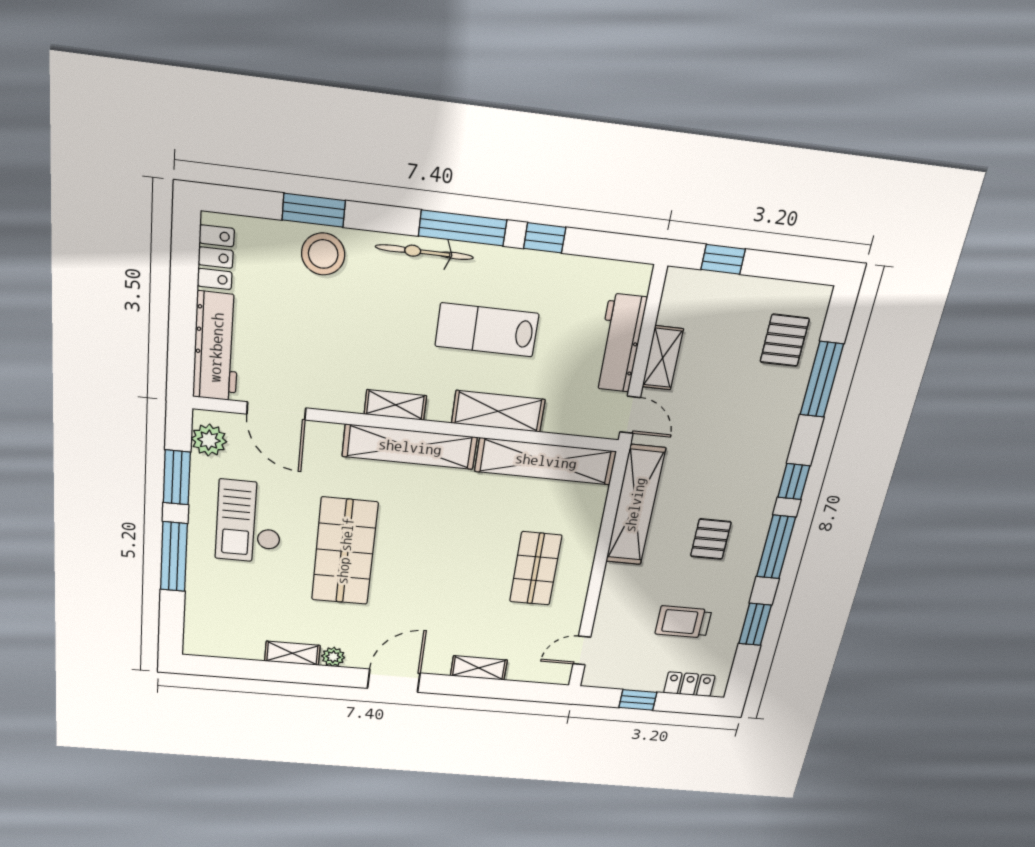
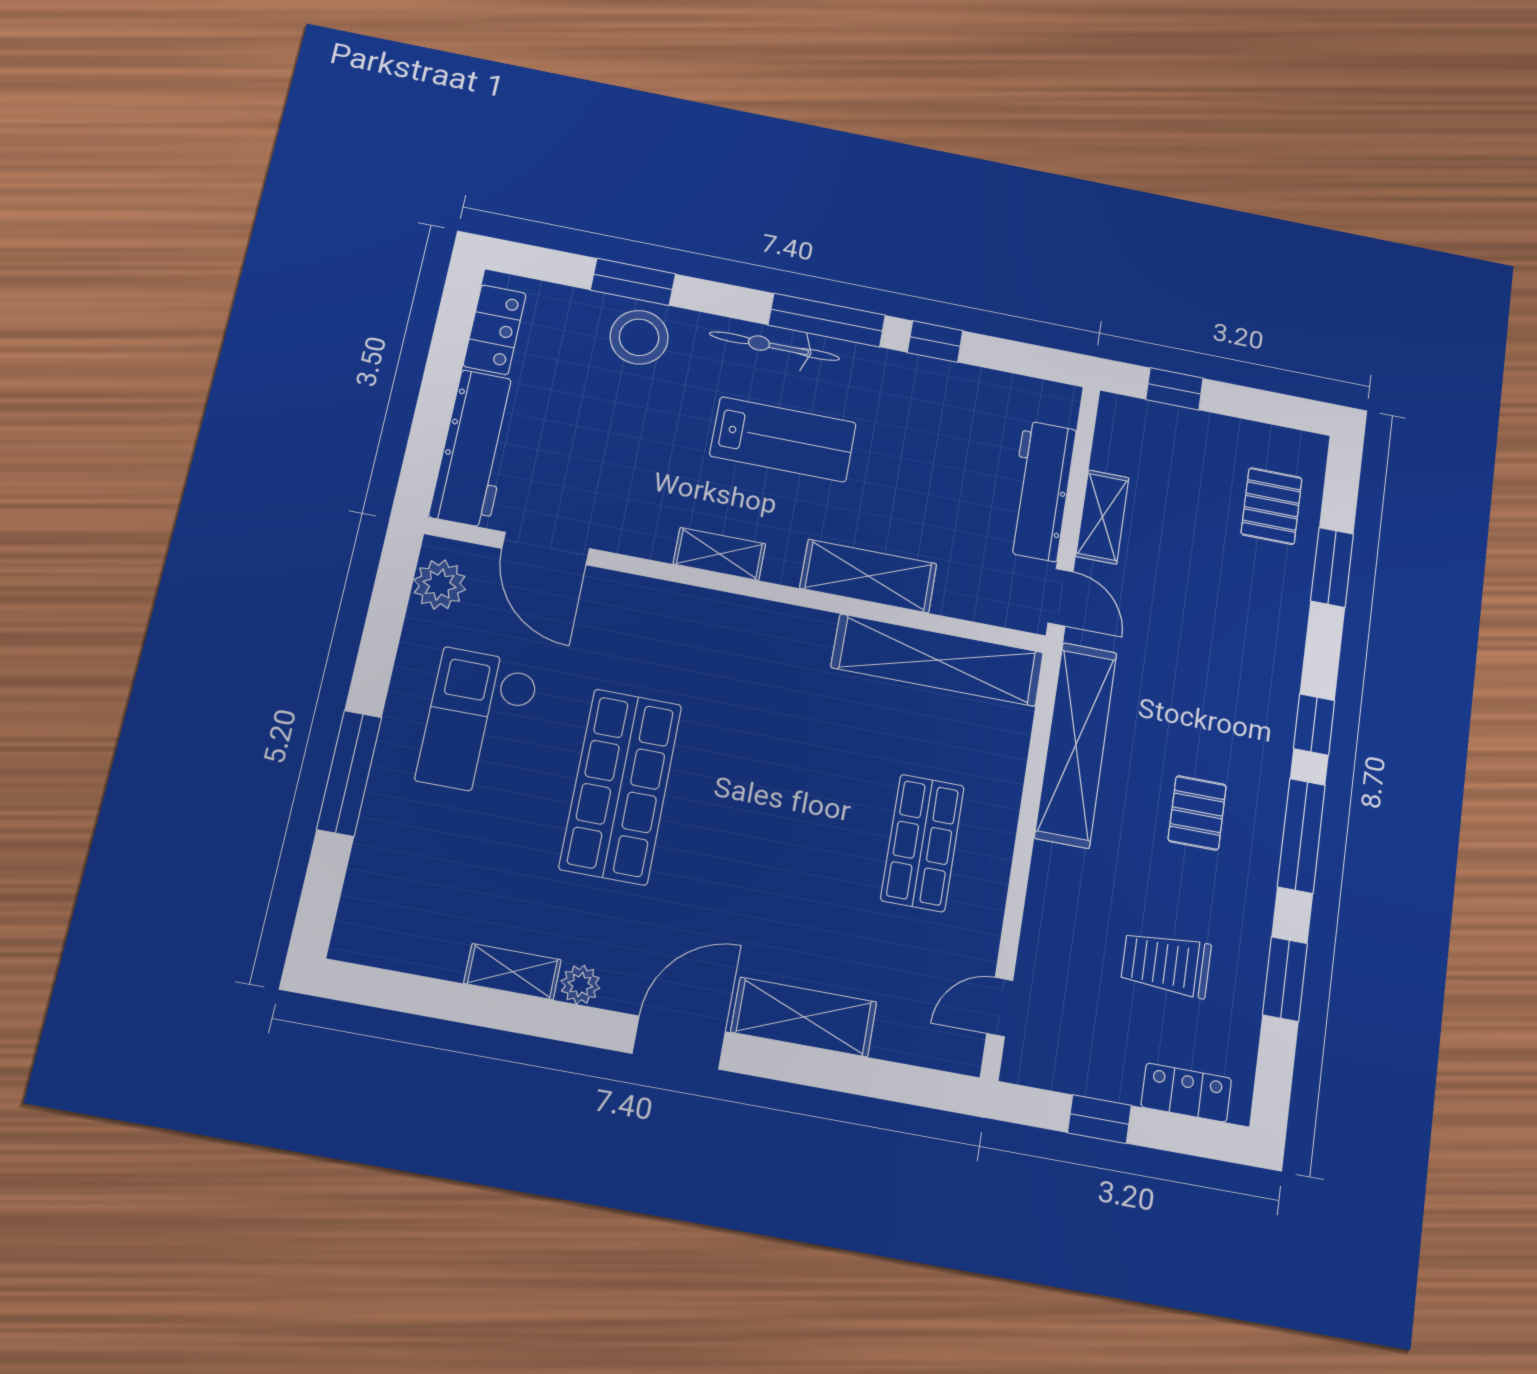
lab bench: (487, 330) -> (783, 439), moved, turned 180
window: (822, 380) -> (1332, 567), width x0.69
shelving: (410, 447) -> (735, 620), removed
window: (177, 477) -> (380, 639), removed
shelving: (479, 668) -> (804, 1017), width x1.50, depth x1.33

